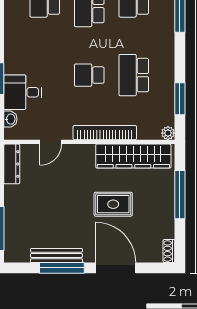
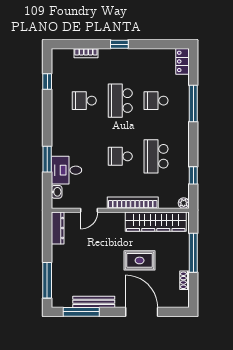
window: (180, 99) -> (193, 175), width x0.67
shoe rack: (169, 251) -> (184, 280), moved
window: (62, 268) -> (81, 312), moved

